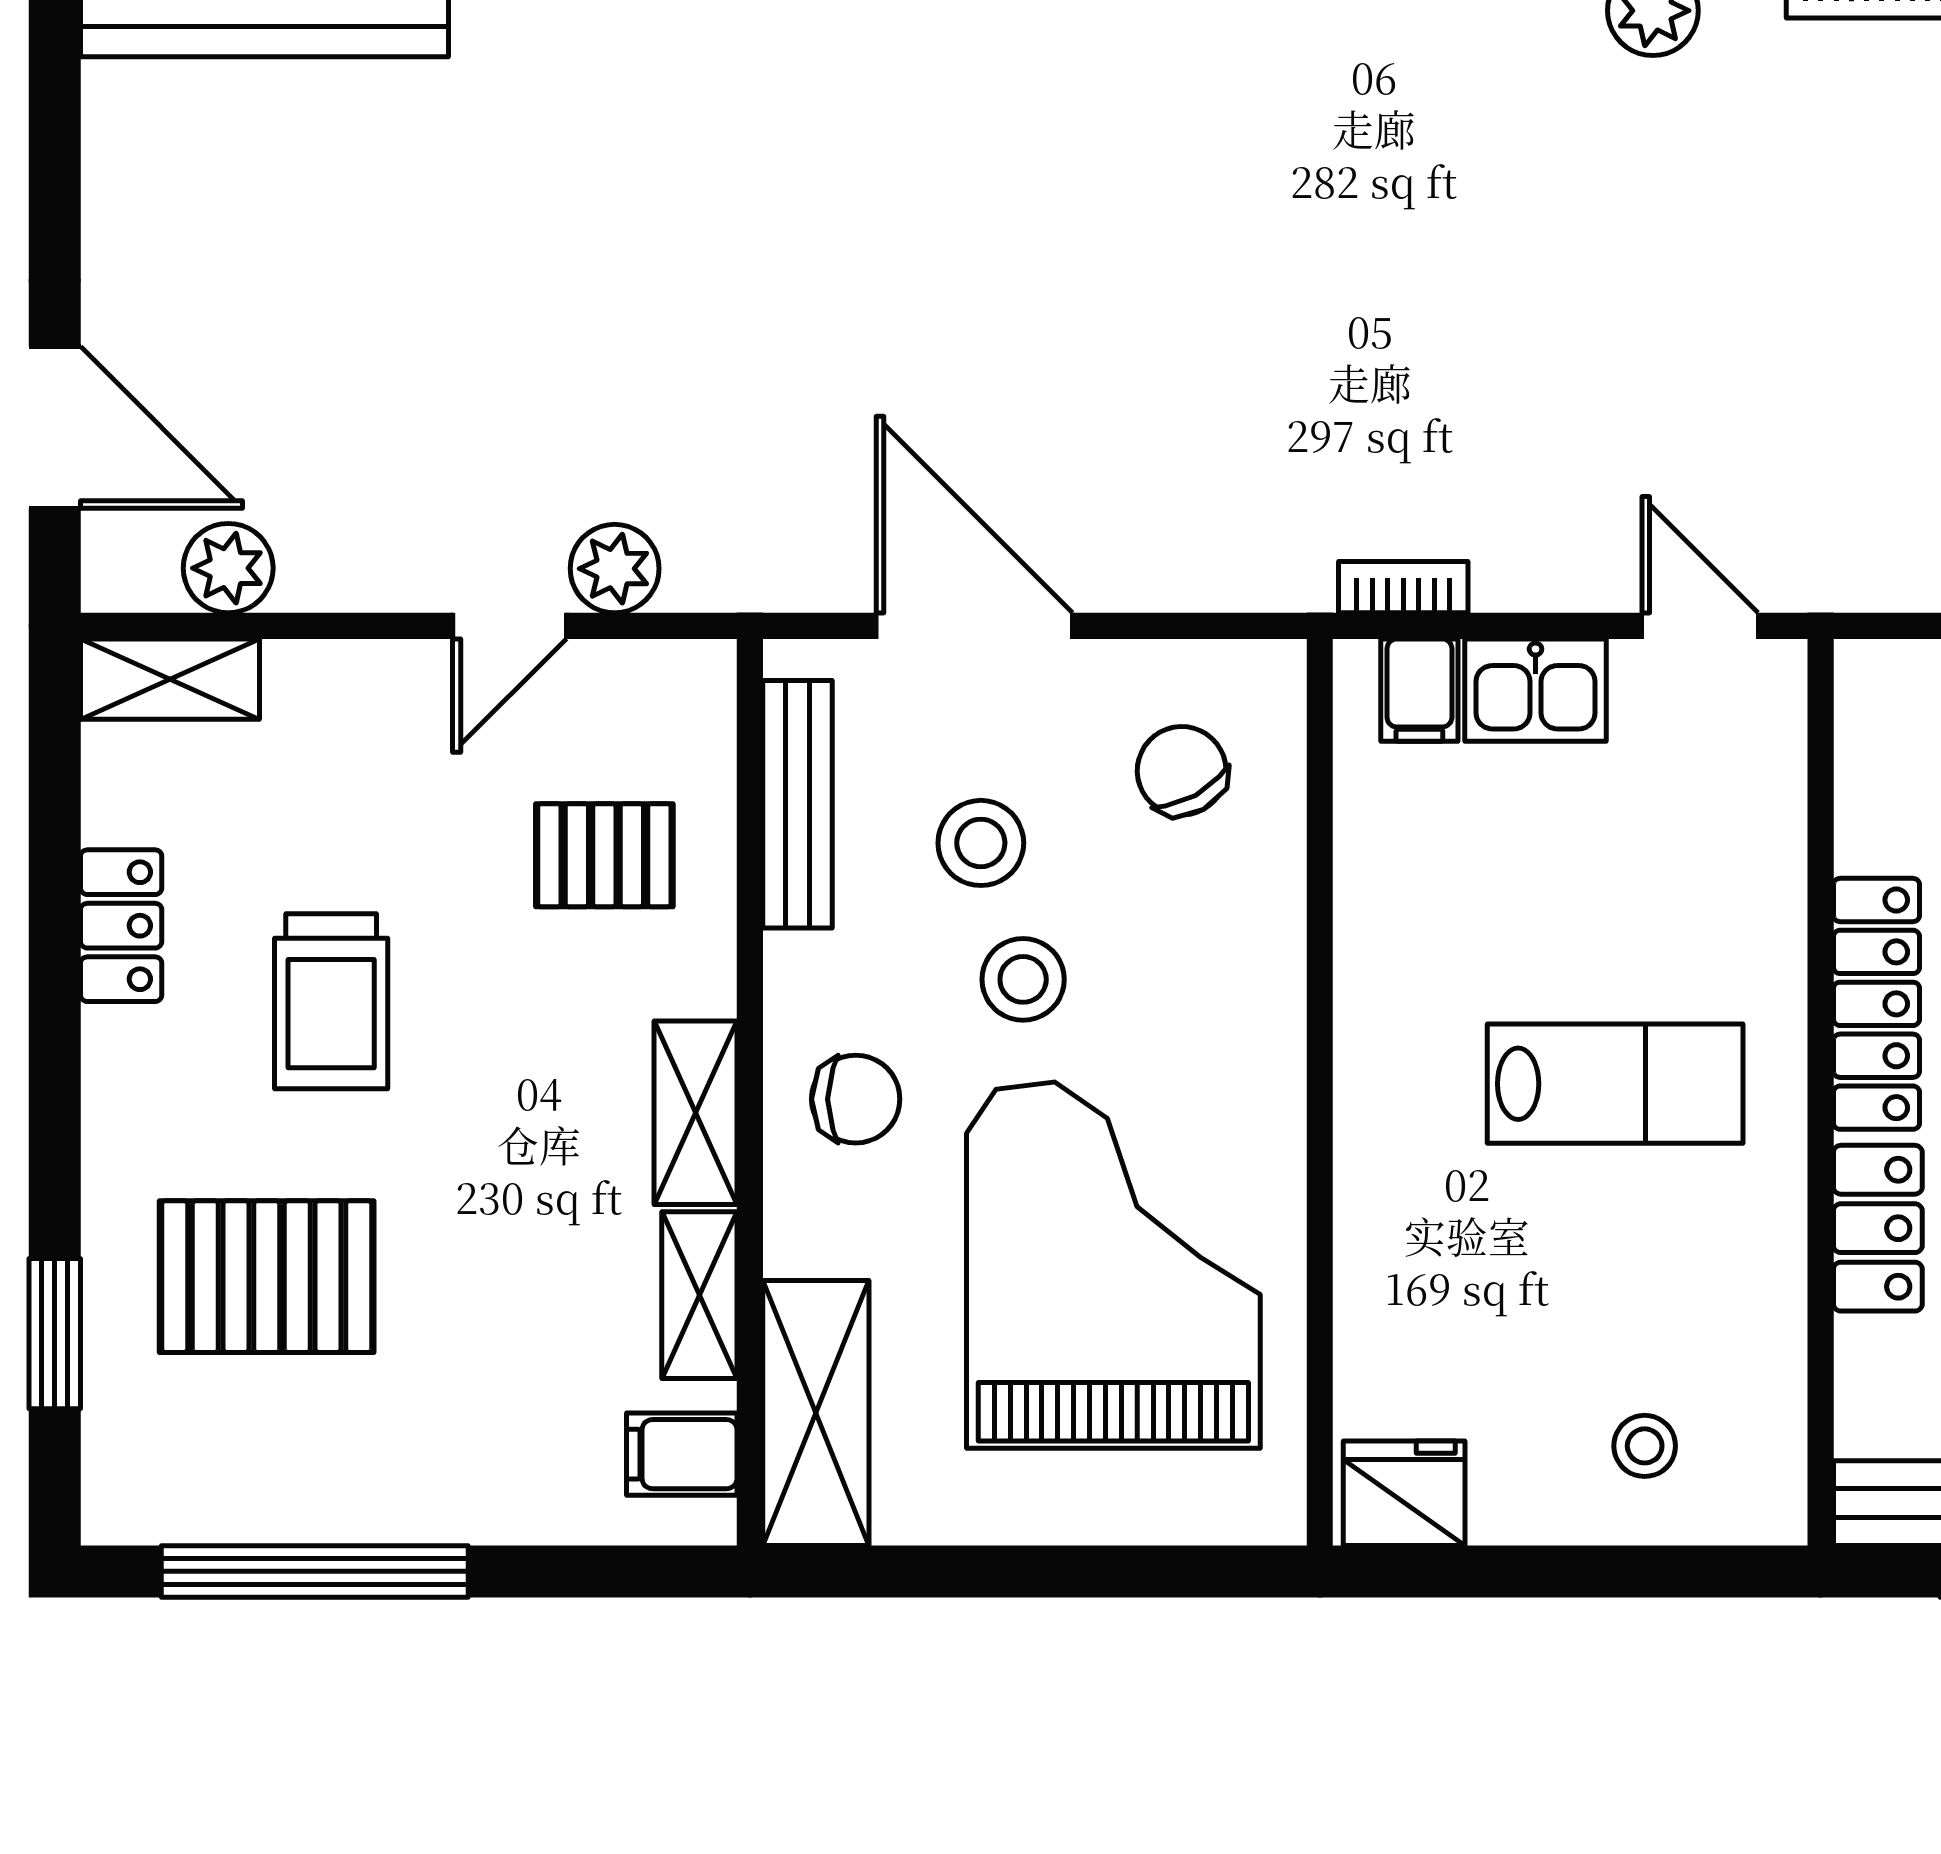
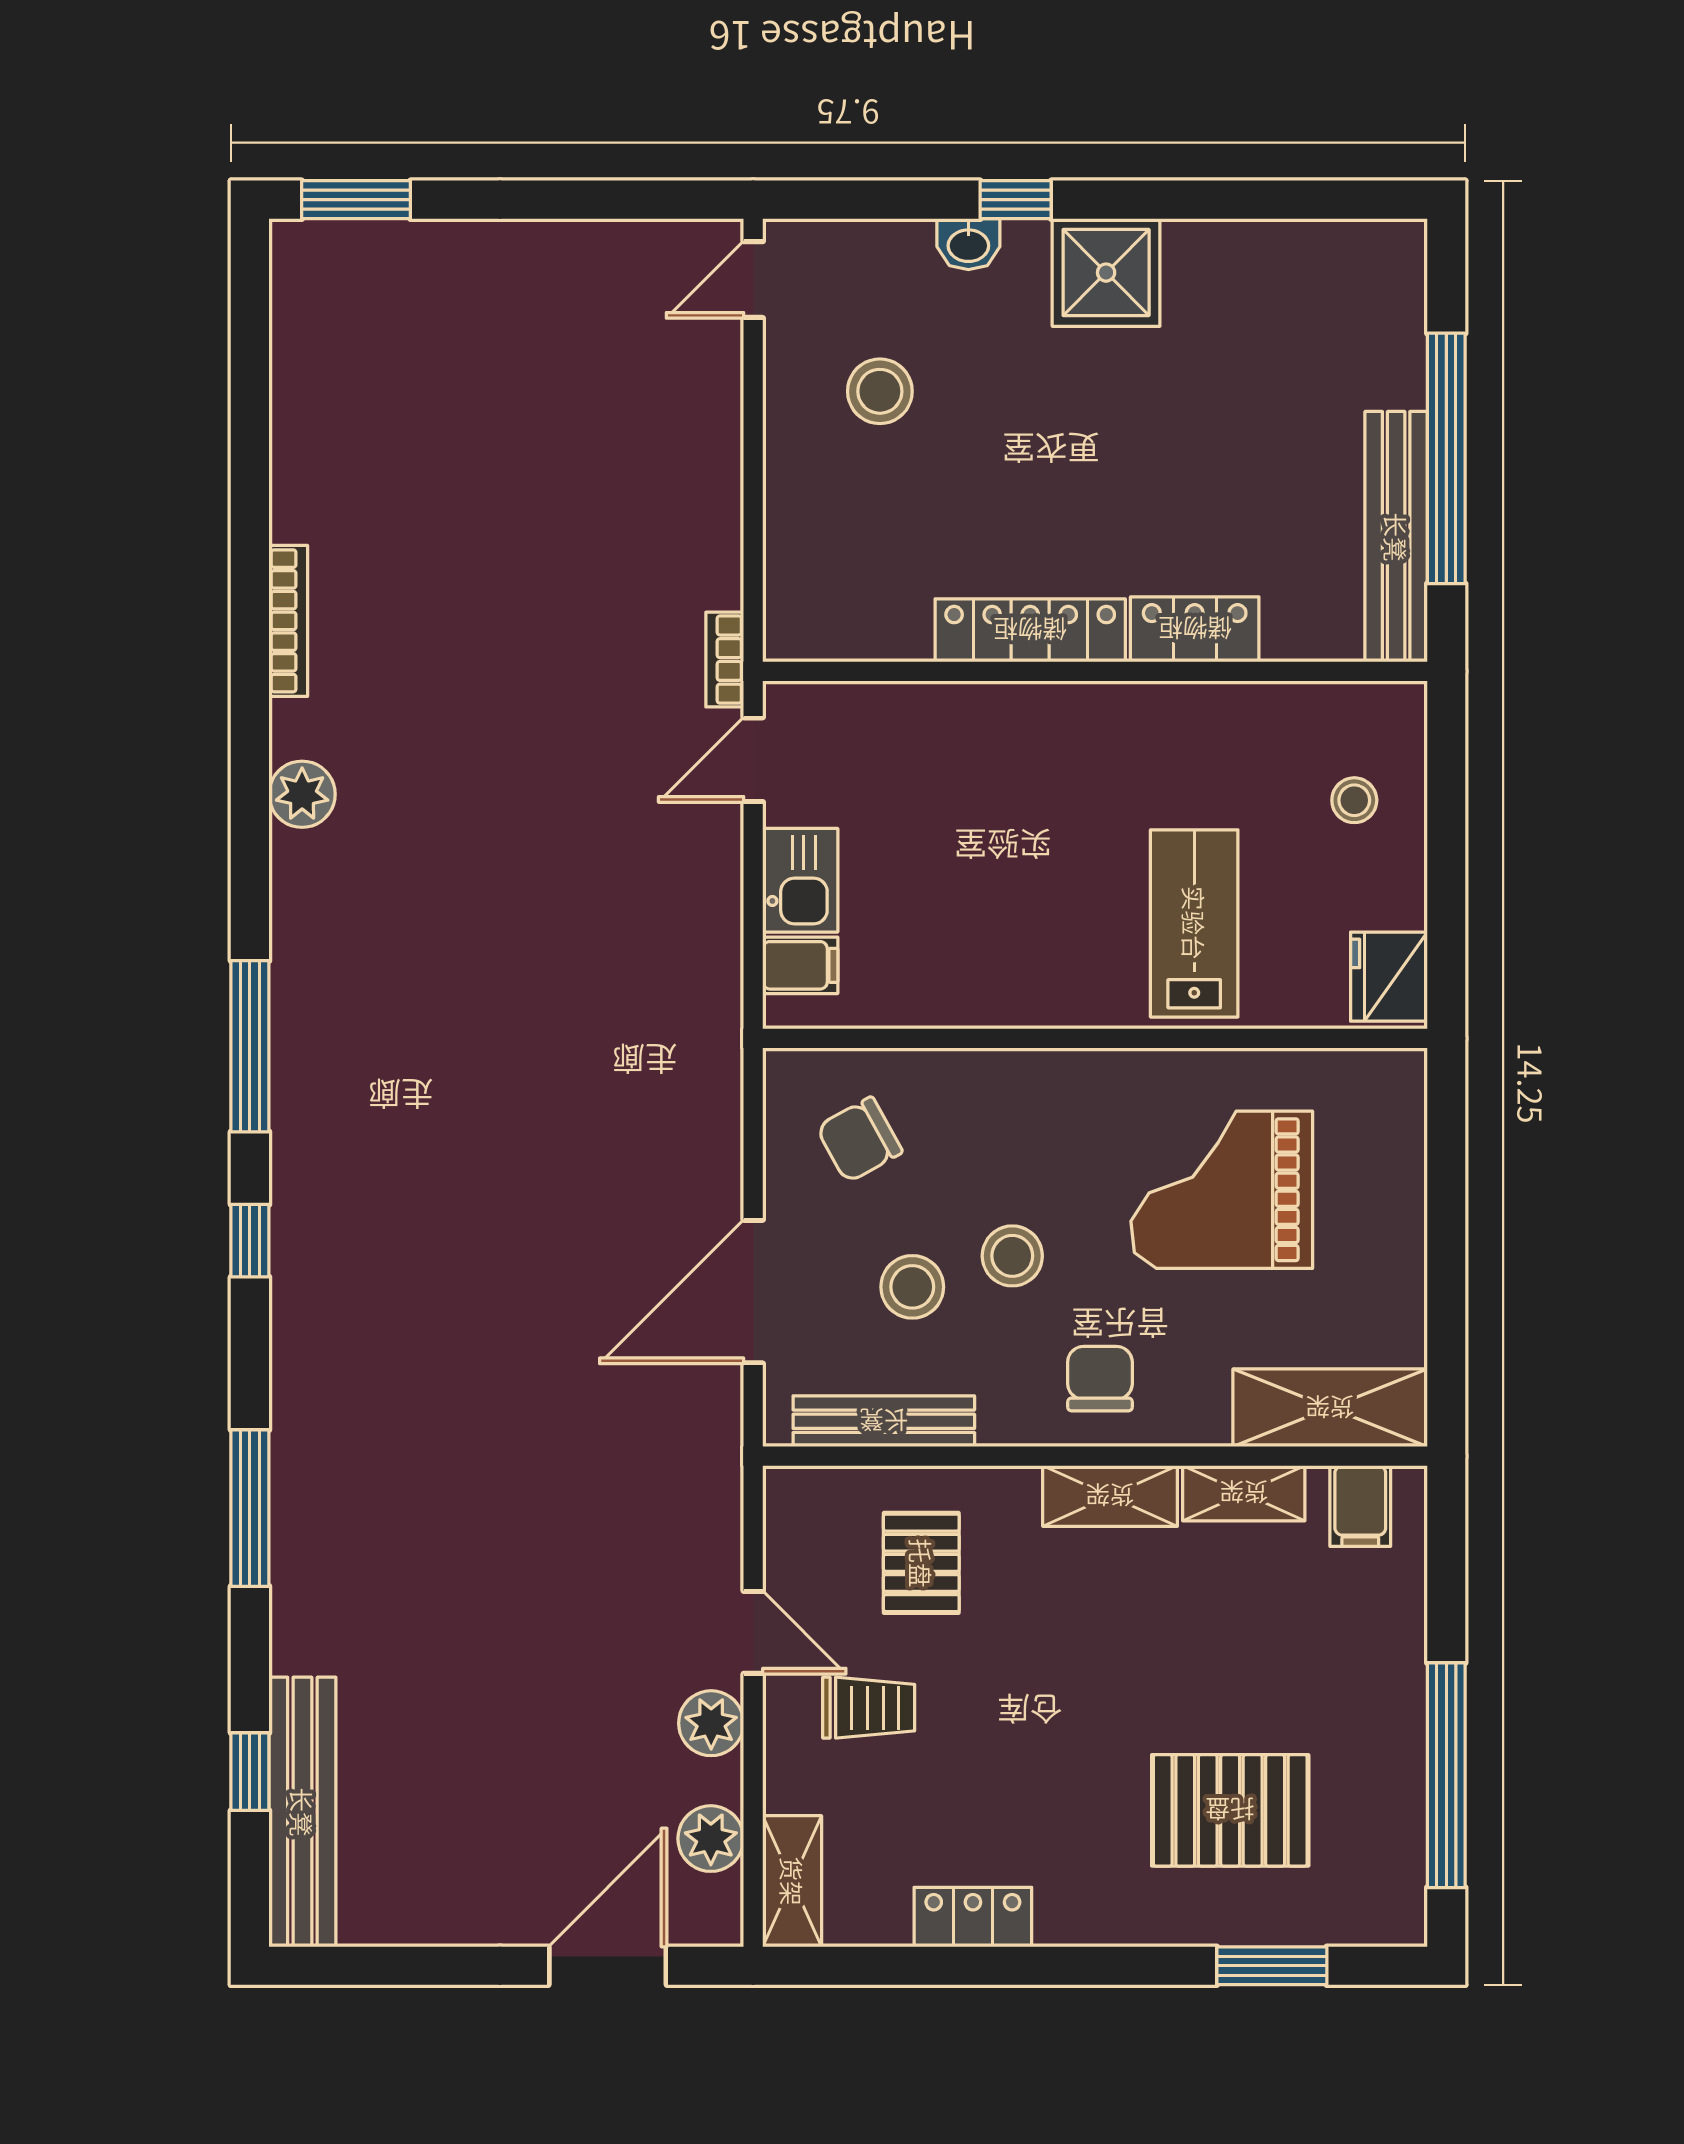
plant: (615, 569) -> (711, 1723), moved
bookcase: (1403, 587) -> (725, 660), moved
trolley: (331, 1001) -> (869, 1708), moved, width x0.73, depth x0.72
lab bench: (1615, 1084) -> (1194, 923), moved
grand piano: (1113, 1265) -> (1222, 1190), width x0.73, depth x0.68
pallet: (267, 1277) -> (1230, 1810), turned 90

